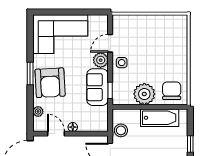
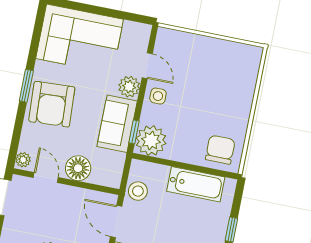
door: (110, 43) -> (147, 66), swing flipped
plant: (144, 94) -> (151, 141), moved
plant: (38, 111) -> (23, 160), moved
floor lamp: (73, 127) -> (78, 168), width x1.89, depth x1.89

